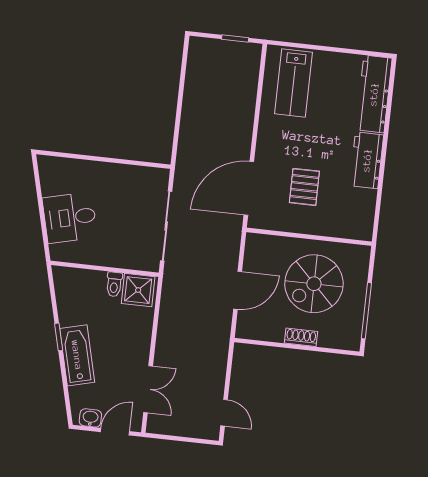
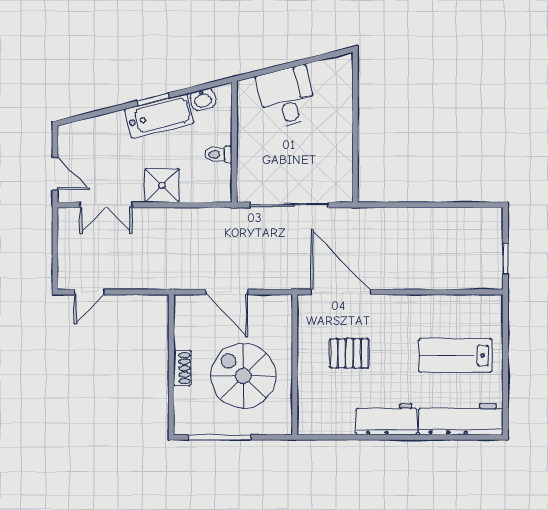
lab bench: (294, 83) -> (455, 356), moved
shower: (138, 290) -> (162, 185), moved
bathtub: (77, 355) -> (159, 116), moved
washbasin: (90, 418) -> (203, 99), moved, turned 76

